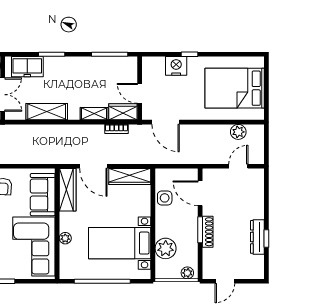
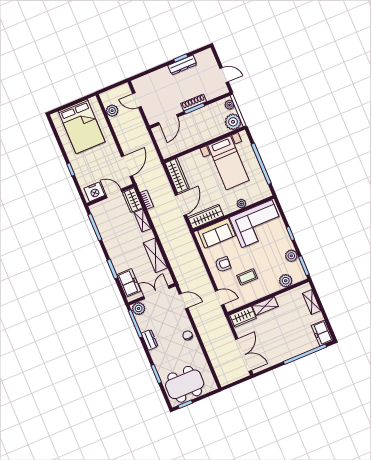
nightstand: (176, 66) -> (94, 192), moved, turned -90
door: (140, 93) -> (114, 194), swing flipped
side table: (165, 198) -> (182, 144), removed
plant: (166, 248) -> (233, 122), moved

